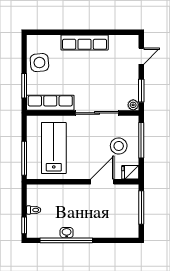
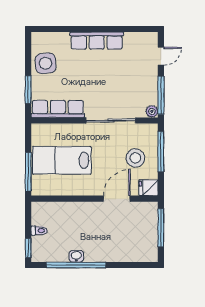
window: (141, 91) -> (161, 95), width x1.44
lab bench: (54, 148) -> (62, 160), turned -90

